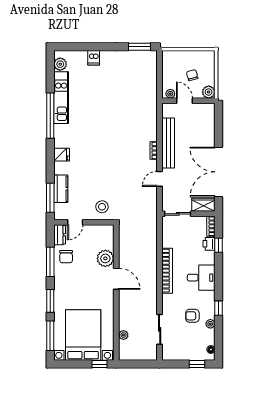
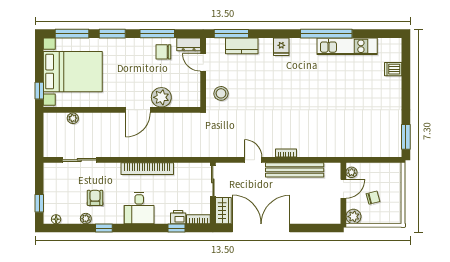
dishwasher: (94, 58) -> (393, 69), moved
plant: (60, 64) -> (386, 45), removed

